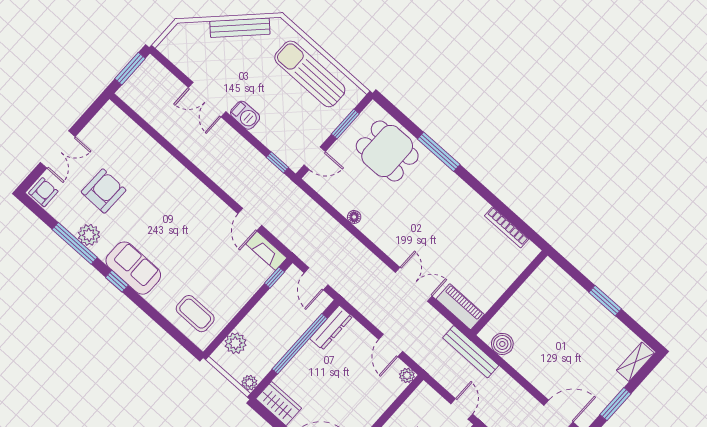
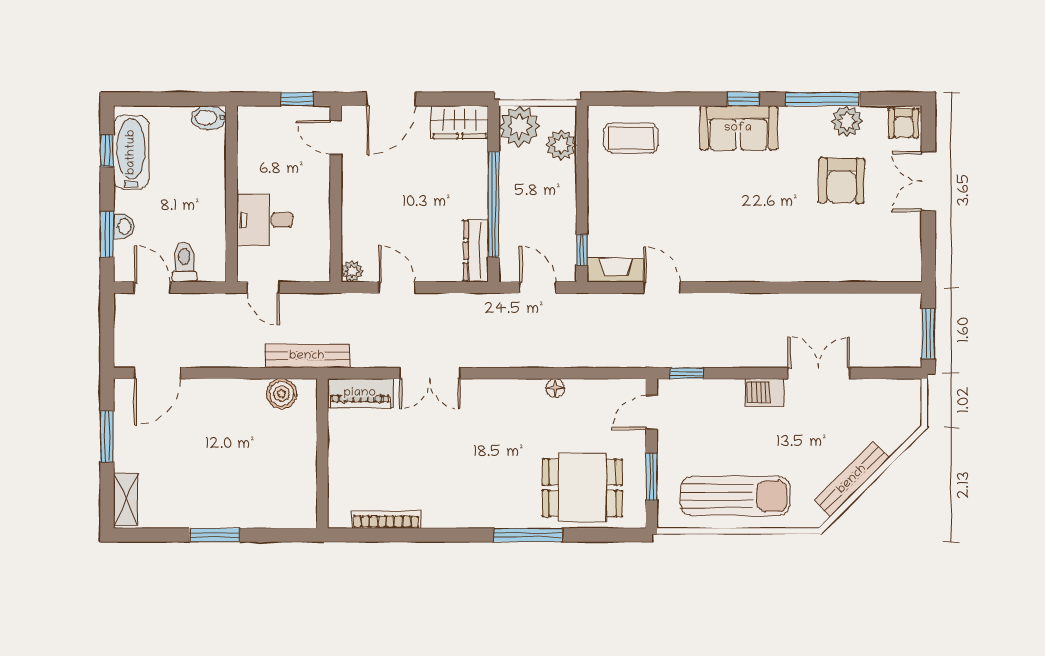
plant: (89, 235) -> (847, 121), moved
plant: (249, 383) -> (519, 126), width x1.87, depth x1.87

